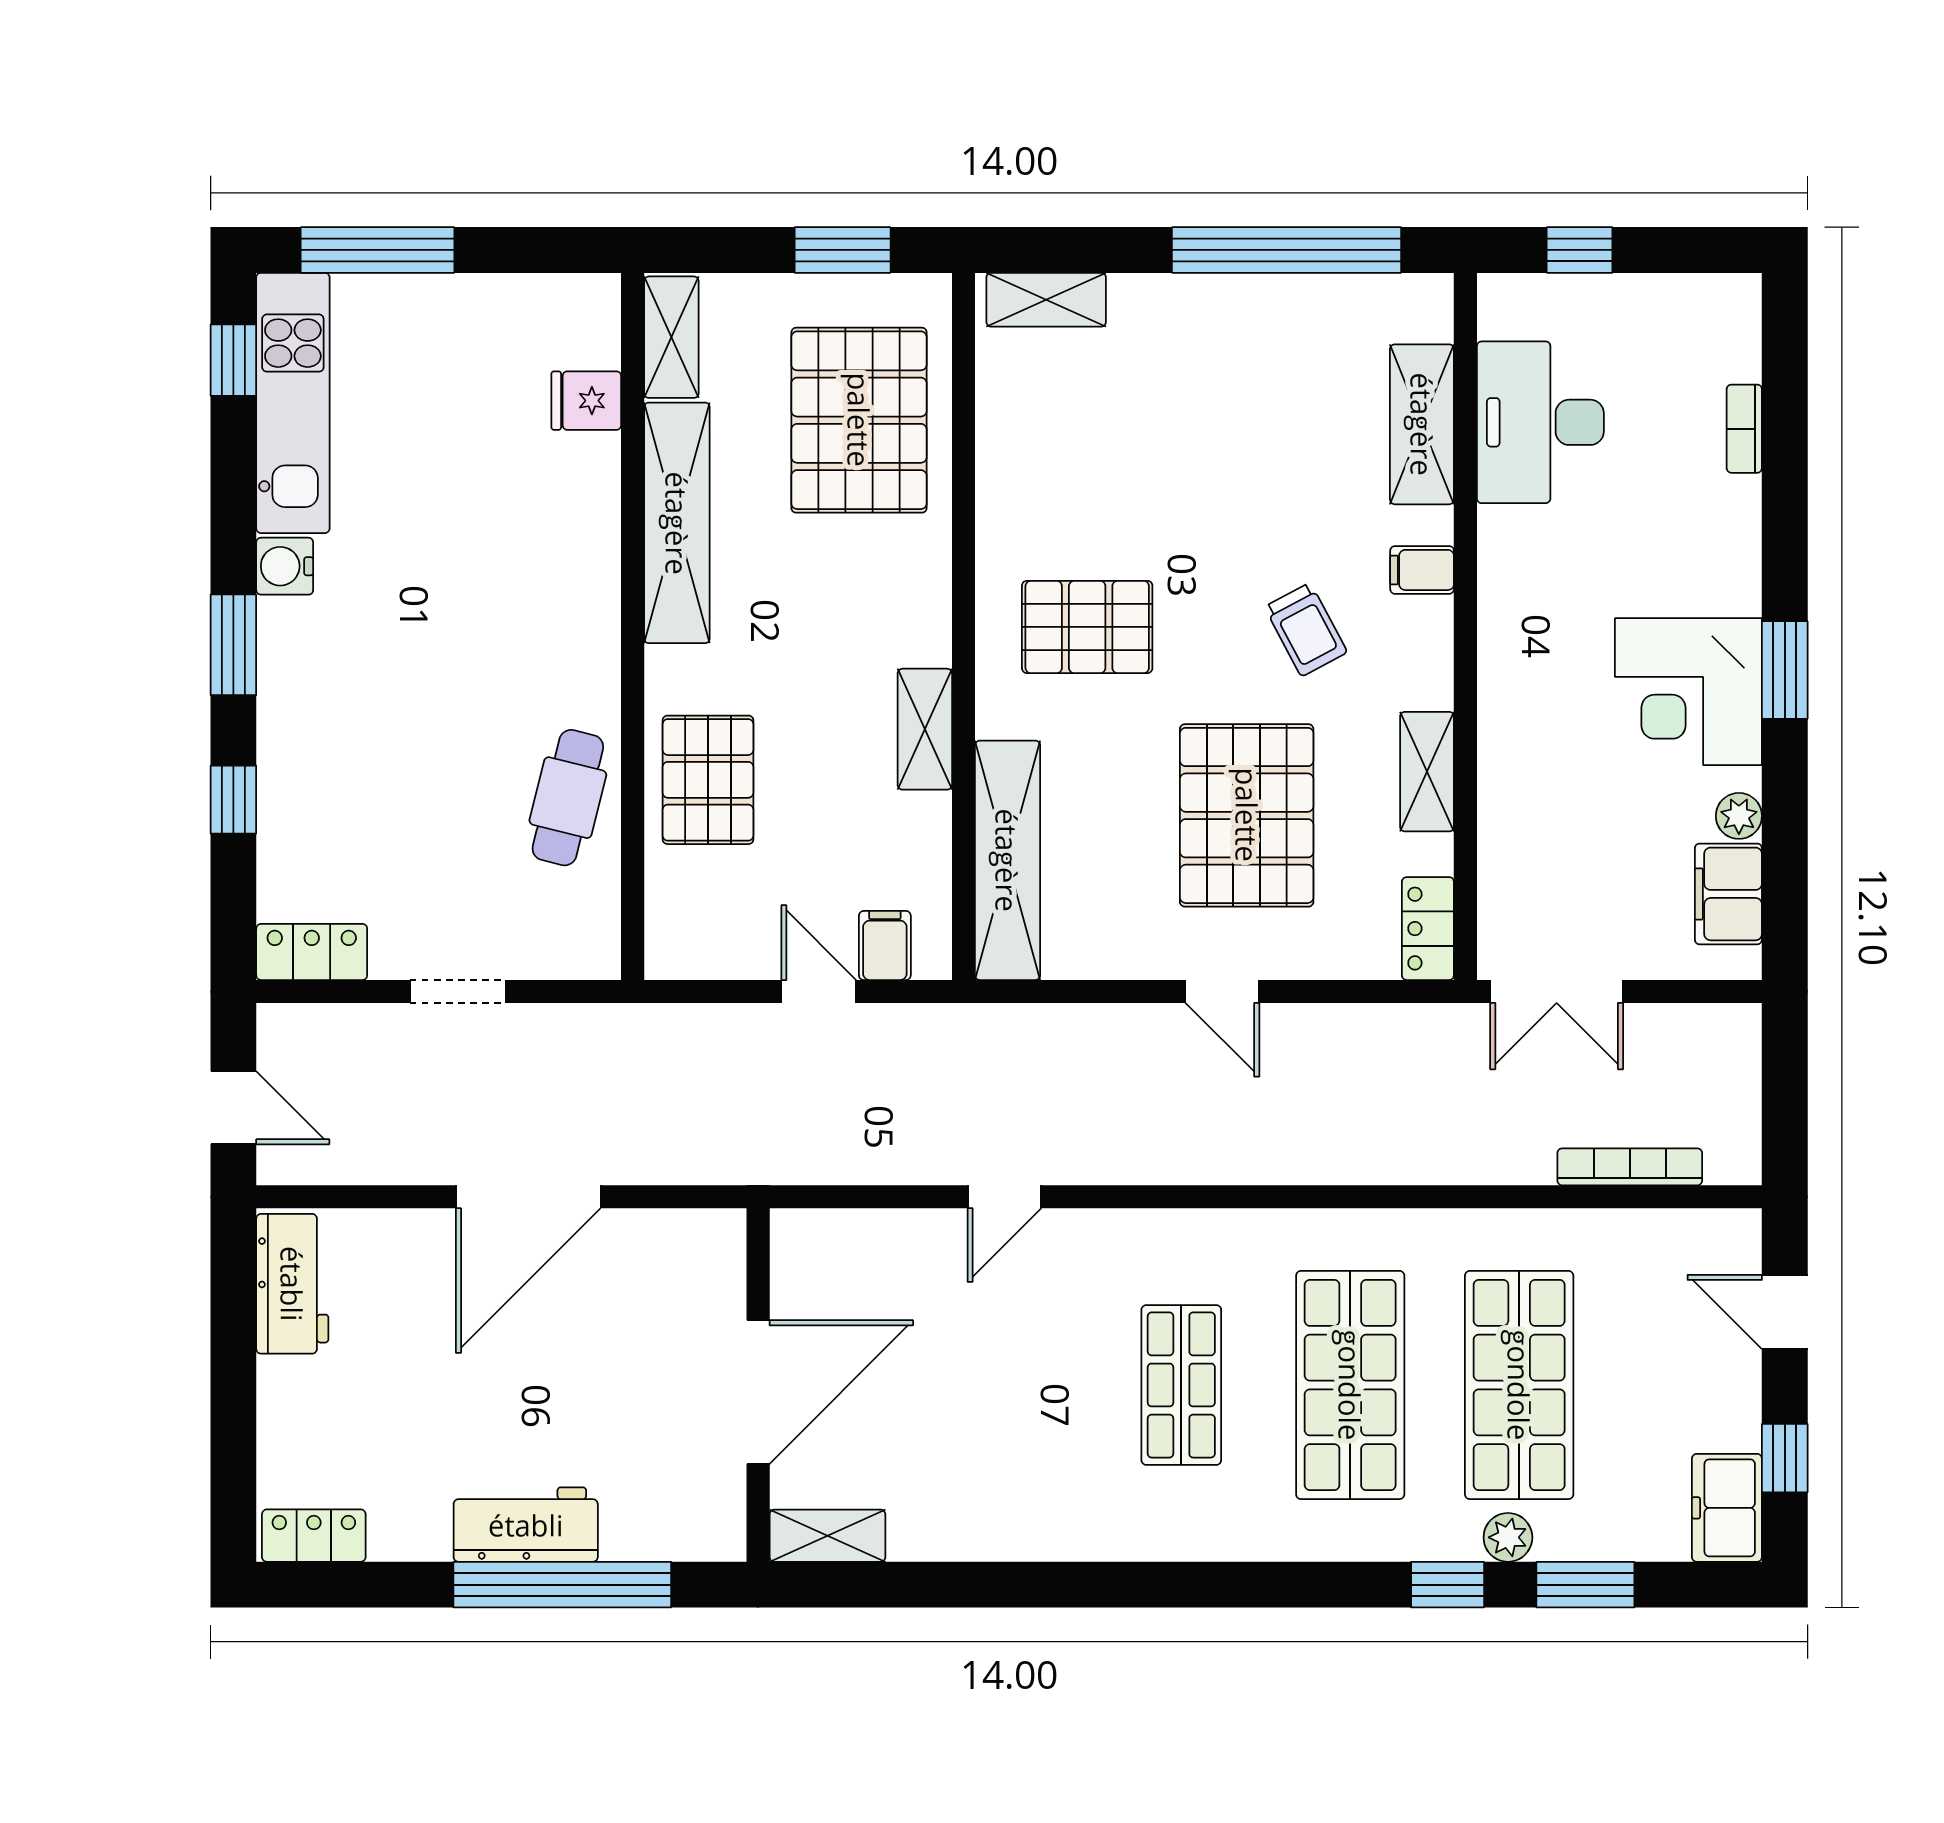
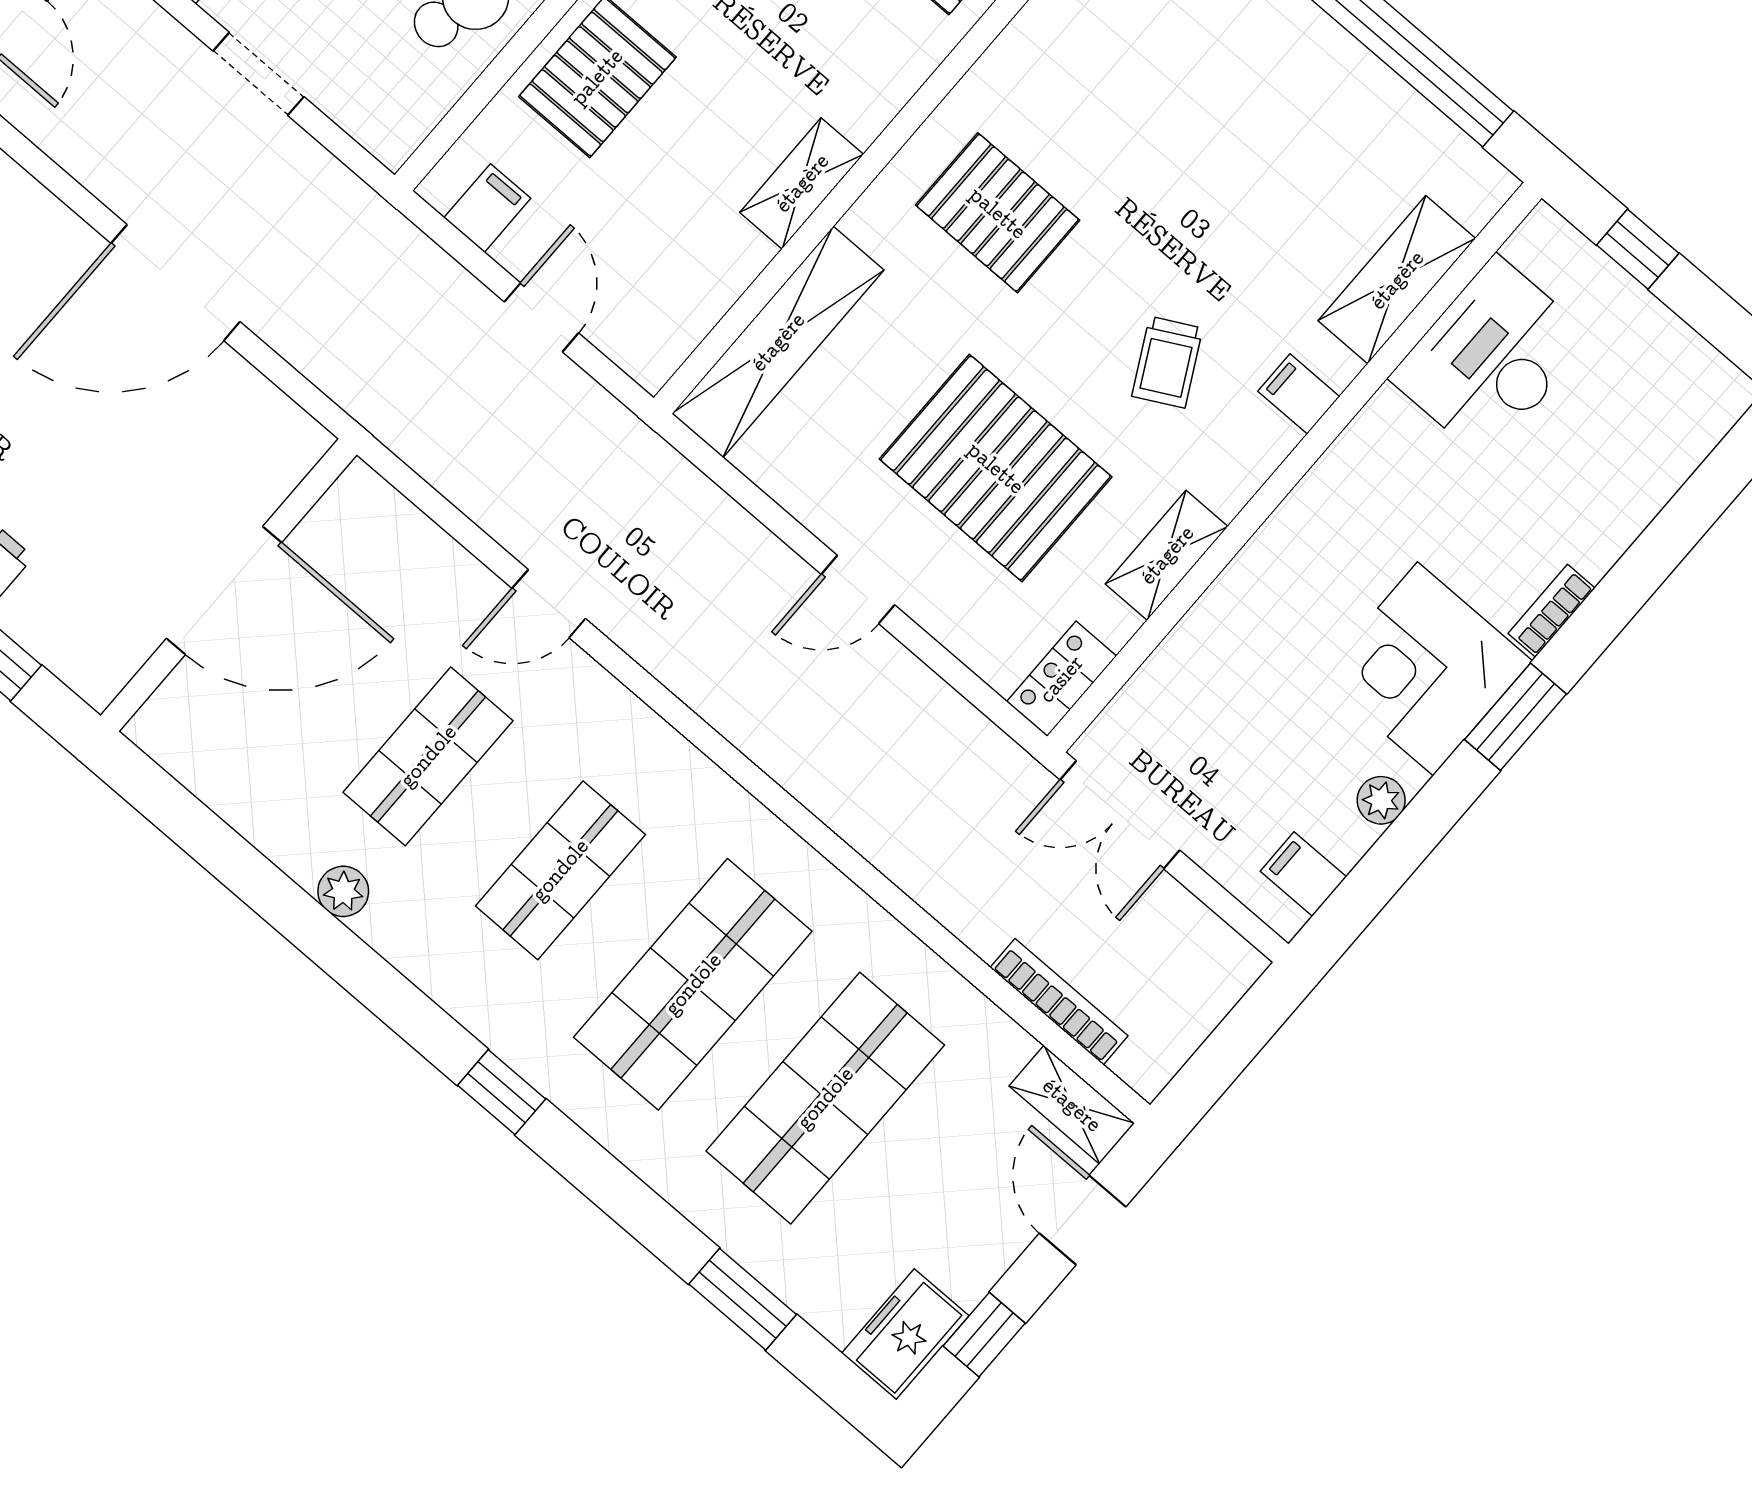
bookcase: (1744, 429) -> (1552, 611), moved
pallet: (1247, 815) -> (996, 468), turned 90
filing cabinet: (1728, 894) -> (1303, 874), width x0.50
filing cabinet: (885, 945) -> (487, 208), moved
door: (1222, 991) -> (858, 590), hinge flipped
shop shelf: (1012, 1385) -> (428, 756), added
shelving: (827, 1536) -> (1072, 1105), moved
plant: (1508, 1537) -> (343, 891), moved
window: (1448, 1585) -> (502, 1092), moved

